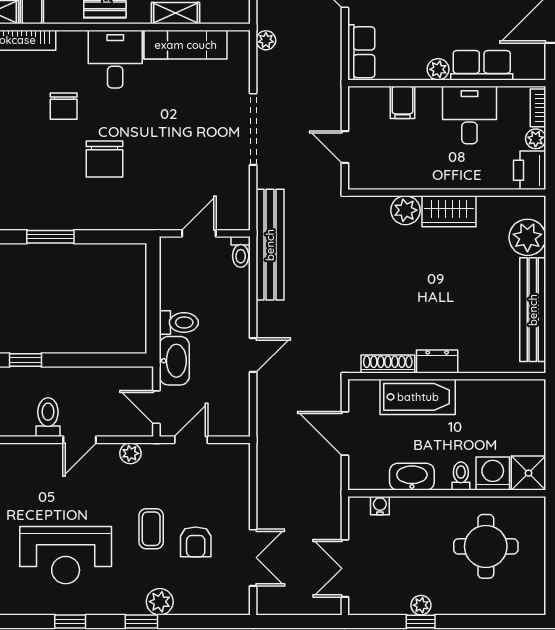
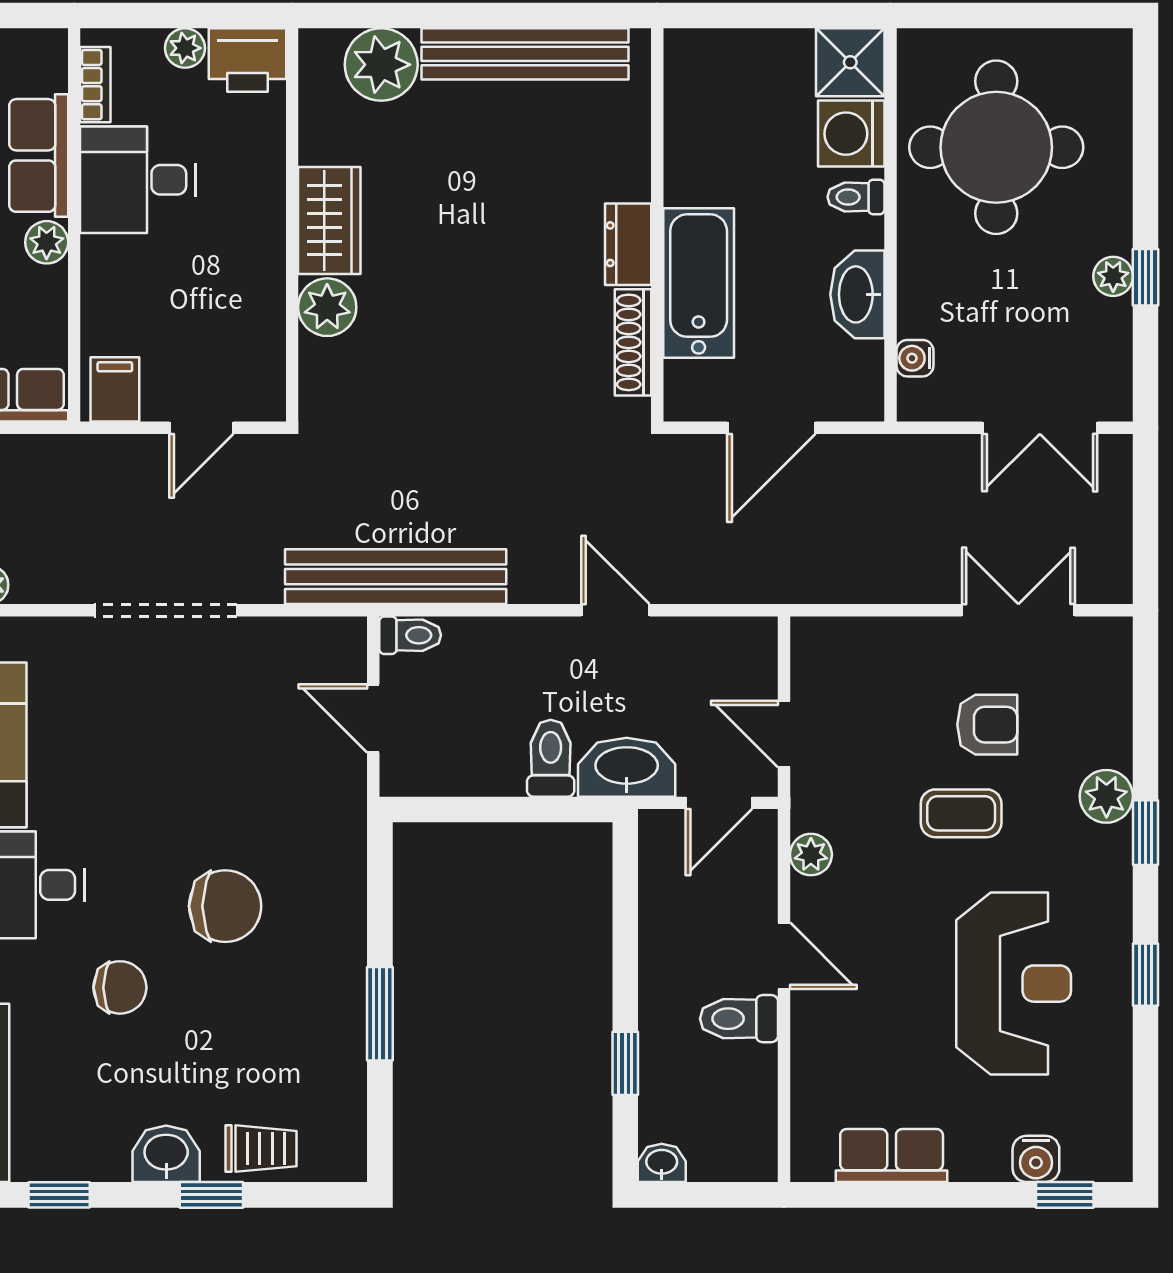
filing cabinet: (402, 102) -> (115, 389), moved, turned -90
bookcase: (538, 108) -> (95, 85), moved, turned -90
round table: (486, 546) -> (996, 147), width x1.36, depth x1.36

